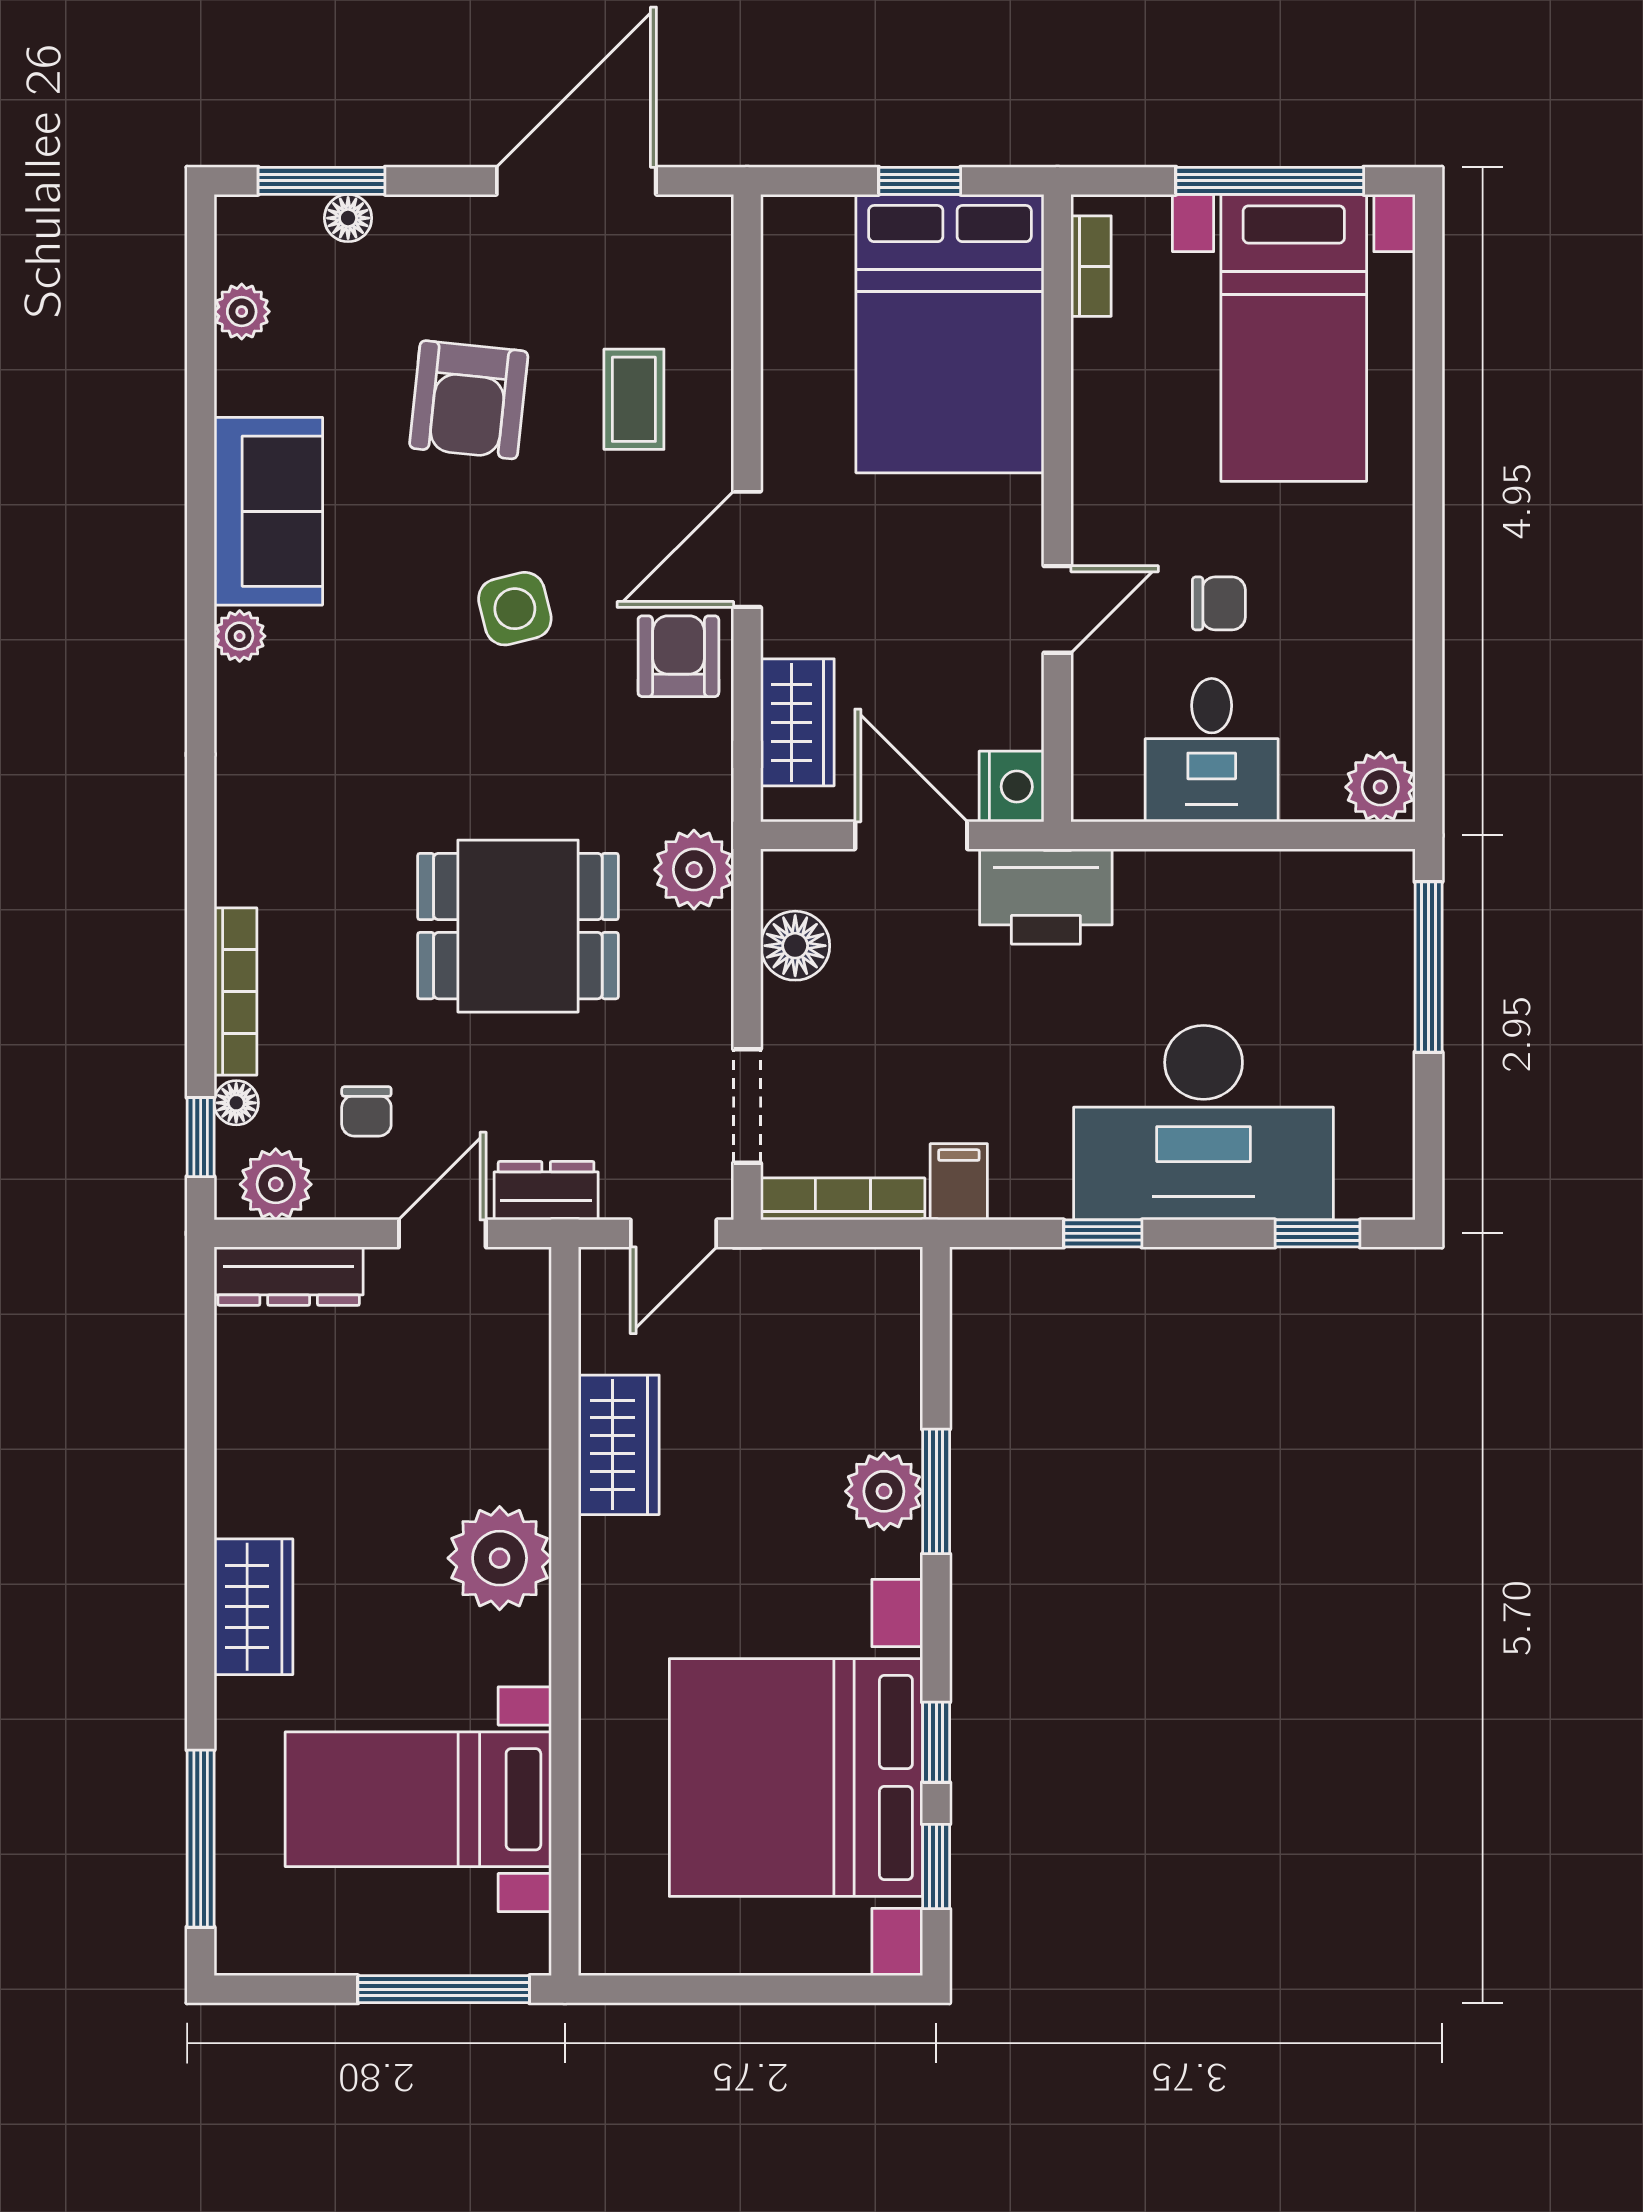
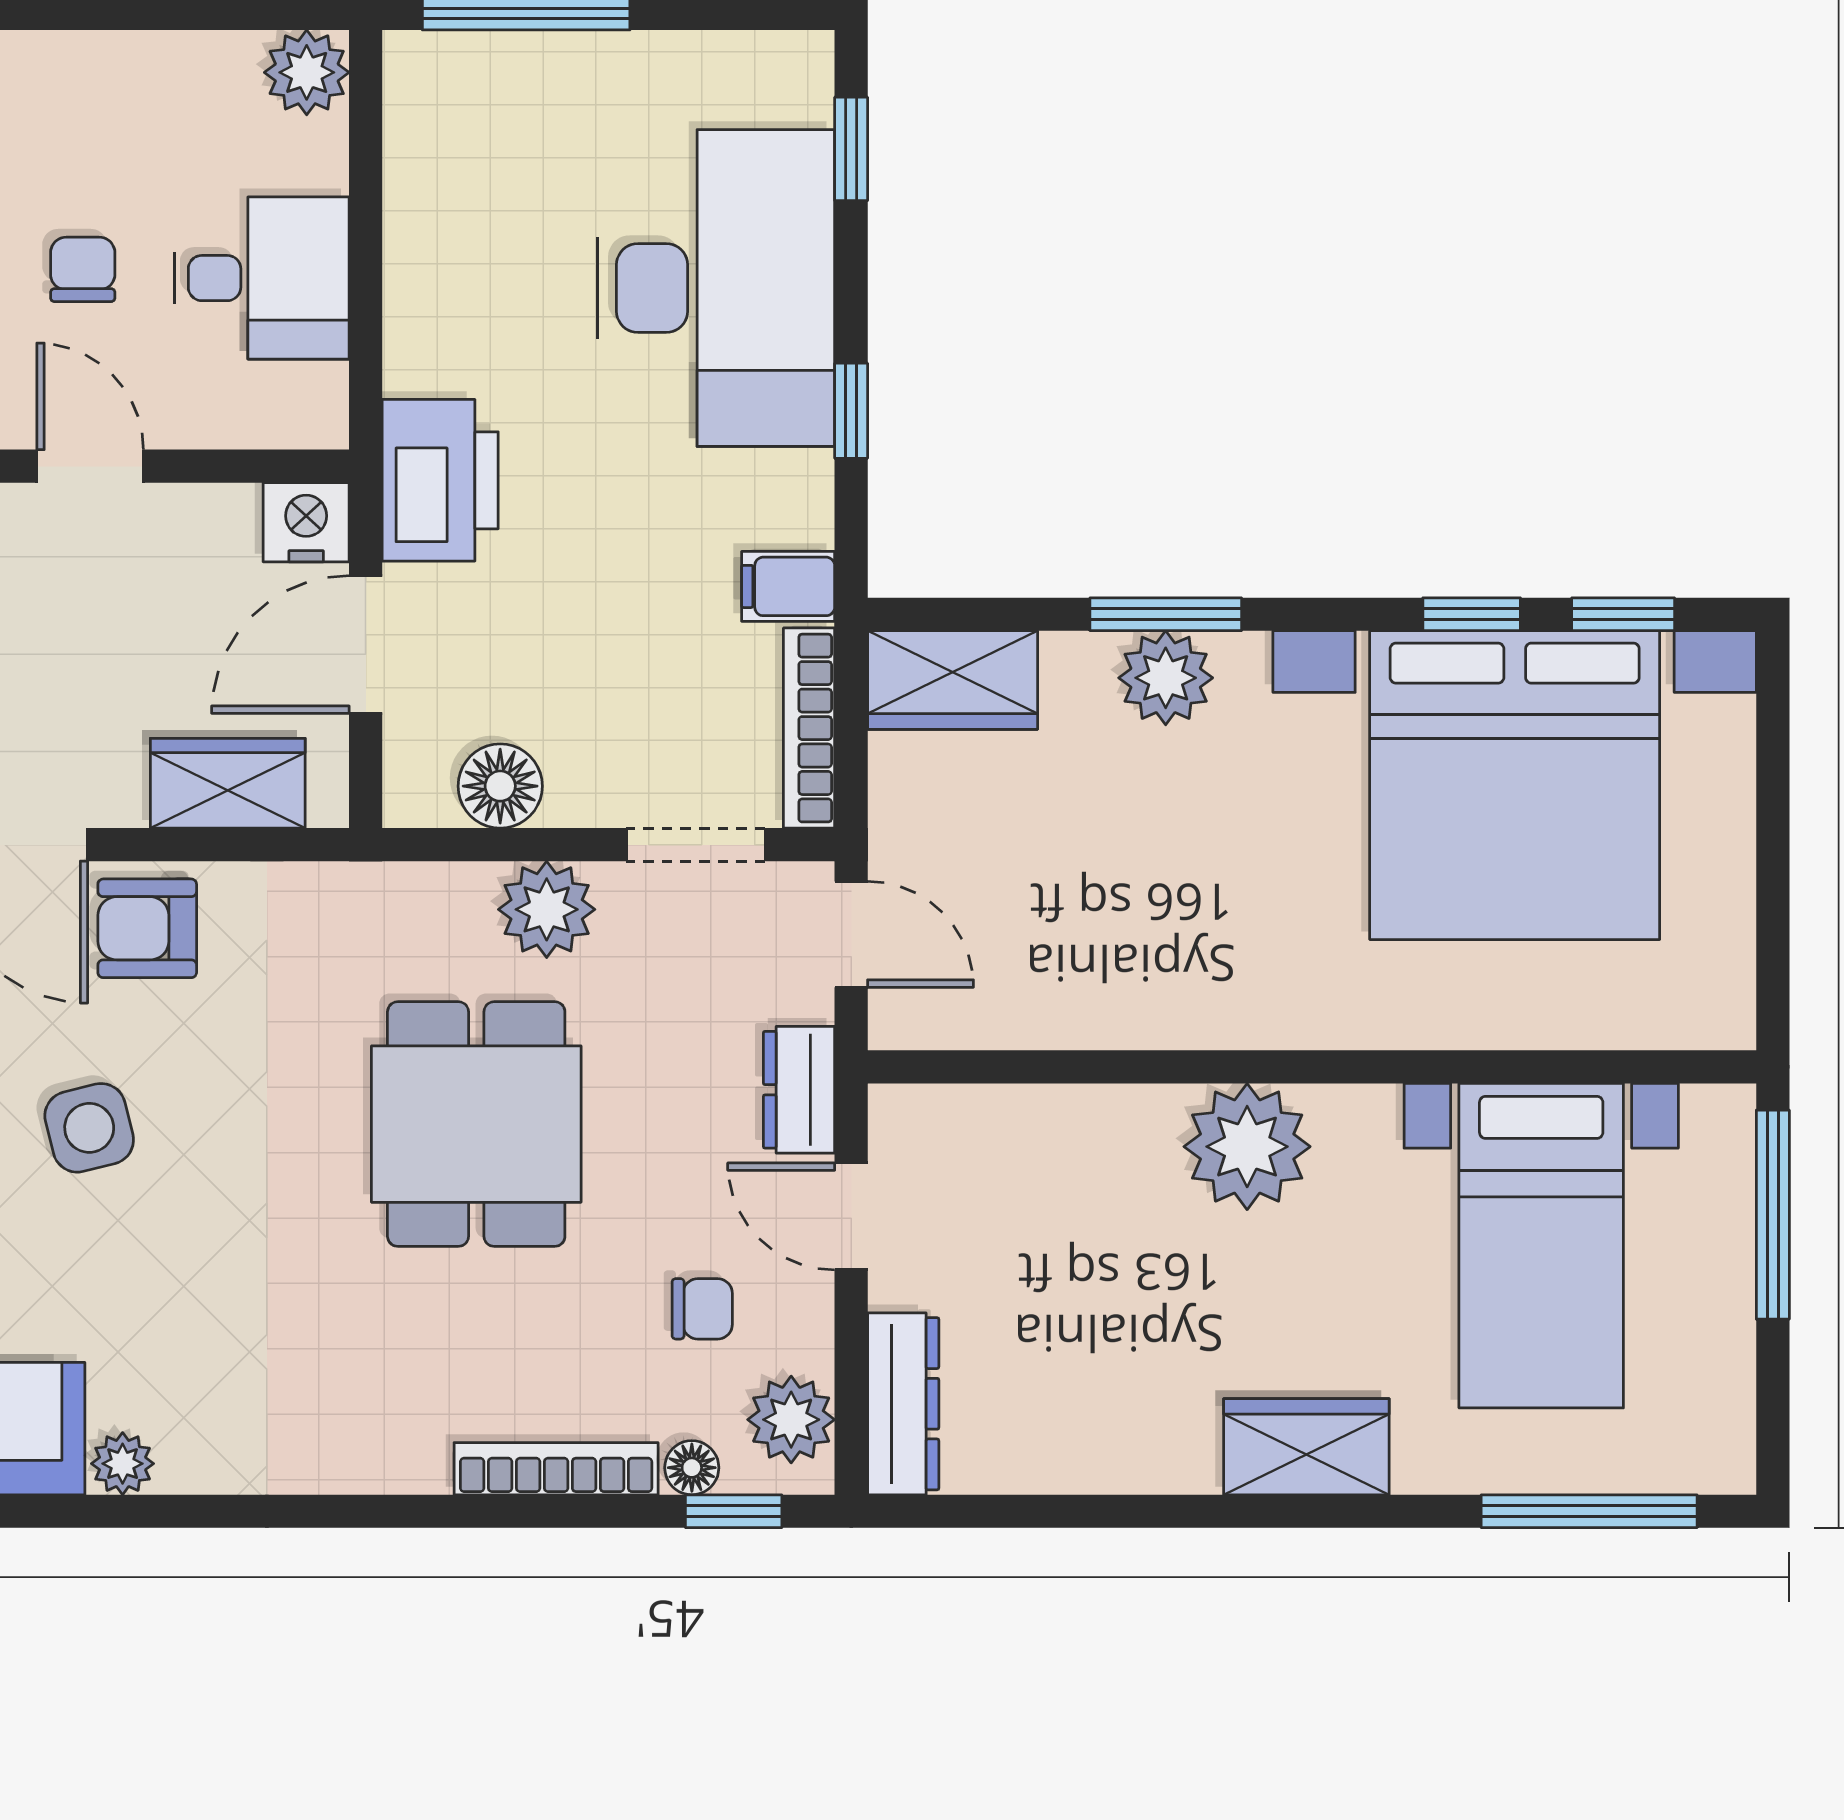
plant: (694, 870) -> (547, 909), moved
wardrobe: (619, 1445) -> (953, 680), moved, turned 180

